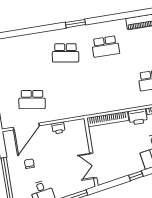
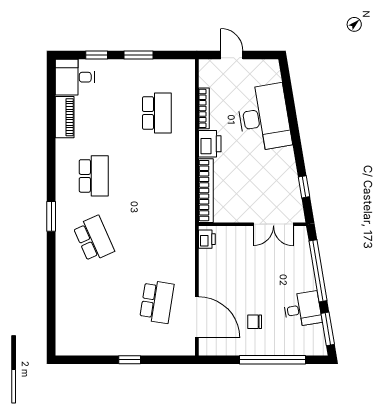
school desk: (65, 53) -> (94, 239), turned -33
printer: (58, 128) -> (207, 239), moved
window: (136, 176) -> (304, 187), moved

